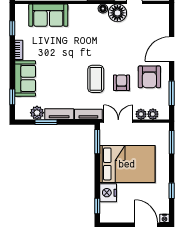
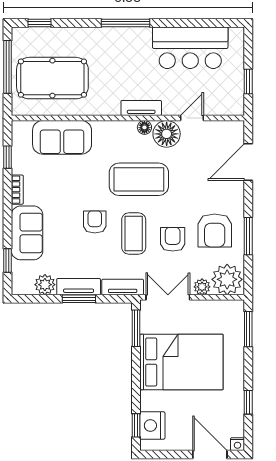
coffee table: (99, 43) -> (139, 179), added
door: (172, 49) -> (248, 162), moved
armchair: (70, 71) -> (95, 222), added
window: (172, 93) -> (248, 236), moved
plant: (153, 114) -> (227, 279), width x1.87, depth x1.87
window: (46, 122) -> (79, 299), moved
nightstand: (108, 193) -> (152, 425), moved

